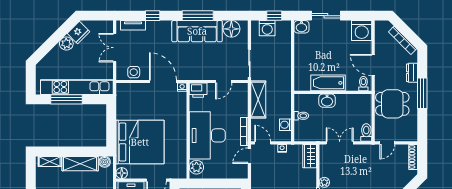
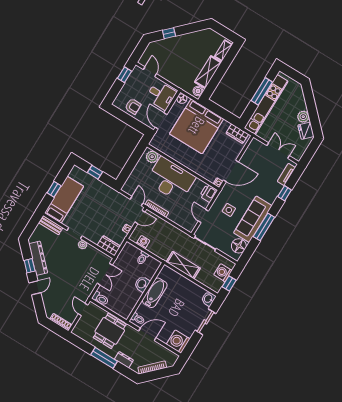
side table: (134, 72) -> (229, 210), moved
wardrobe: (123, 98) -> (237, 134), added
shelving: (258, 100) -> (183, 265), moved

